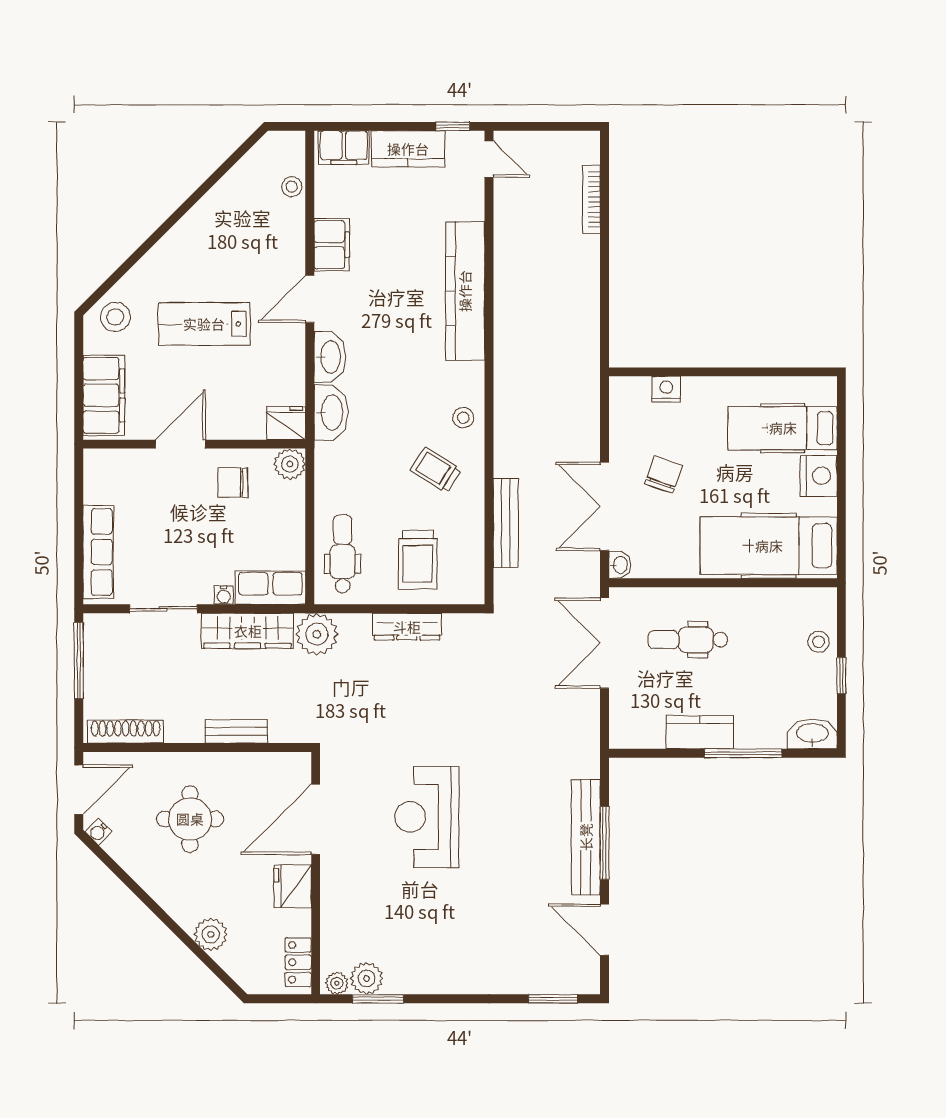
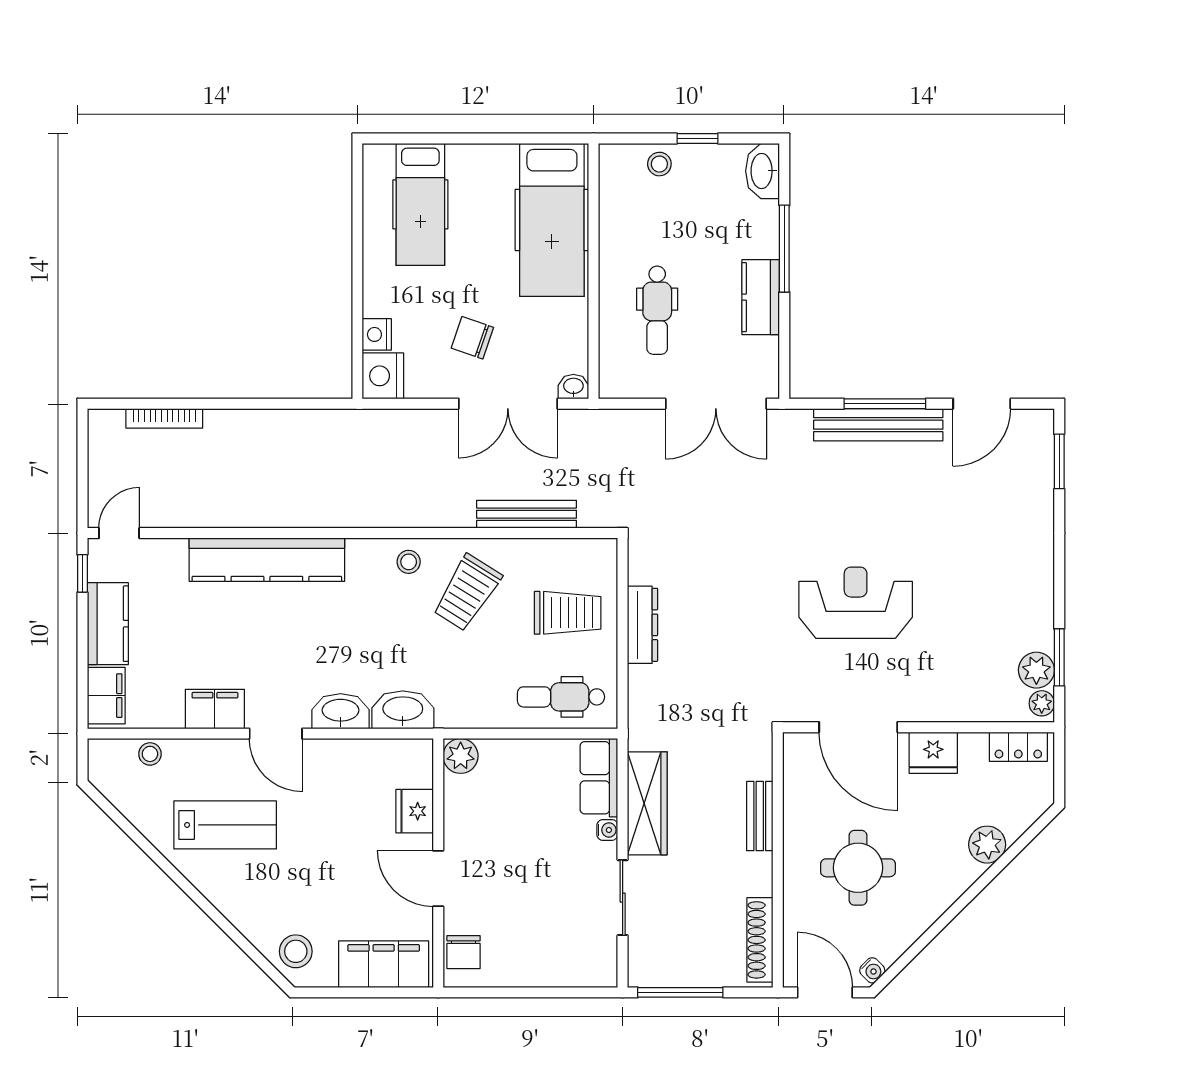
lab bench: (204, 324) -> (225, 825), moved, turned -90
fridge: (286, 423) -> (415, 811), moved
trolley: (436, 470) -> (467, 593), width x1.36, depth x1.39
nightstand: (819, 476) -> (383, 376), moved, turned -90
chair: (233, 483) -> (463, 952), moved
row of seats: (98, 552) -> (559, 971), removed
plant: (317, 634) -> (651, 726), removed
double door: (605, 643) -> (716, 404), moved
reception desk: (427, 817) -> (856, 603), turned 180

